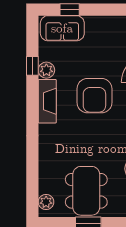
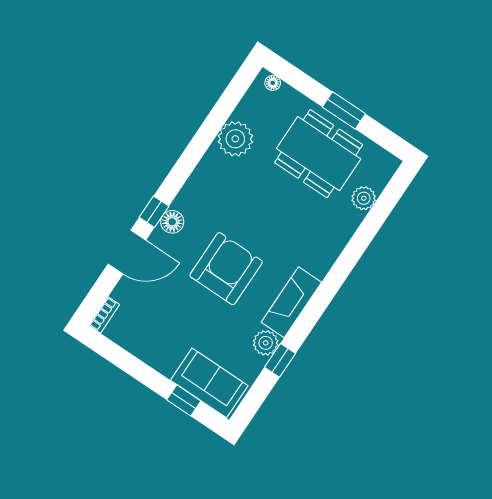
dining table: (86, 191) -> (319, 154), turned 90
plant: (46, 202) -> (364, 198), moved

